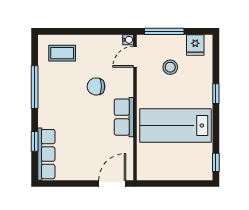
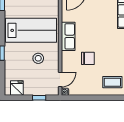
window: (164, 31) -> (39, 98), width x0.46
stool: (170, 67) -> (38, 58), moved

